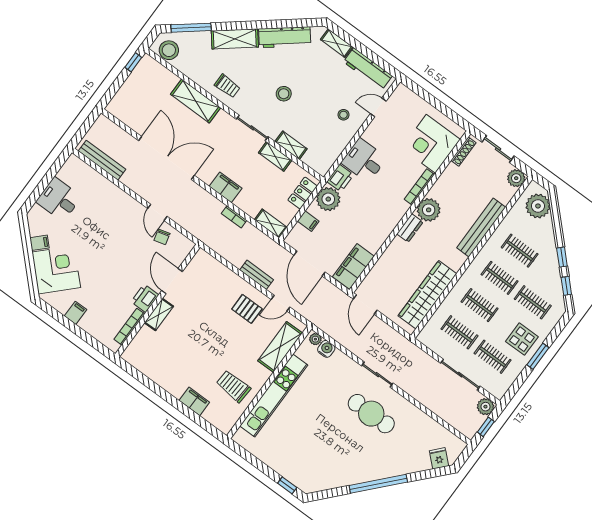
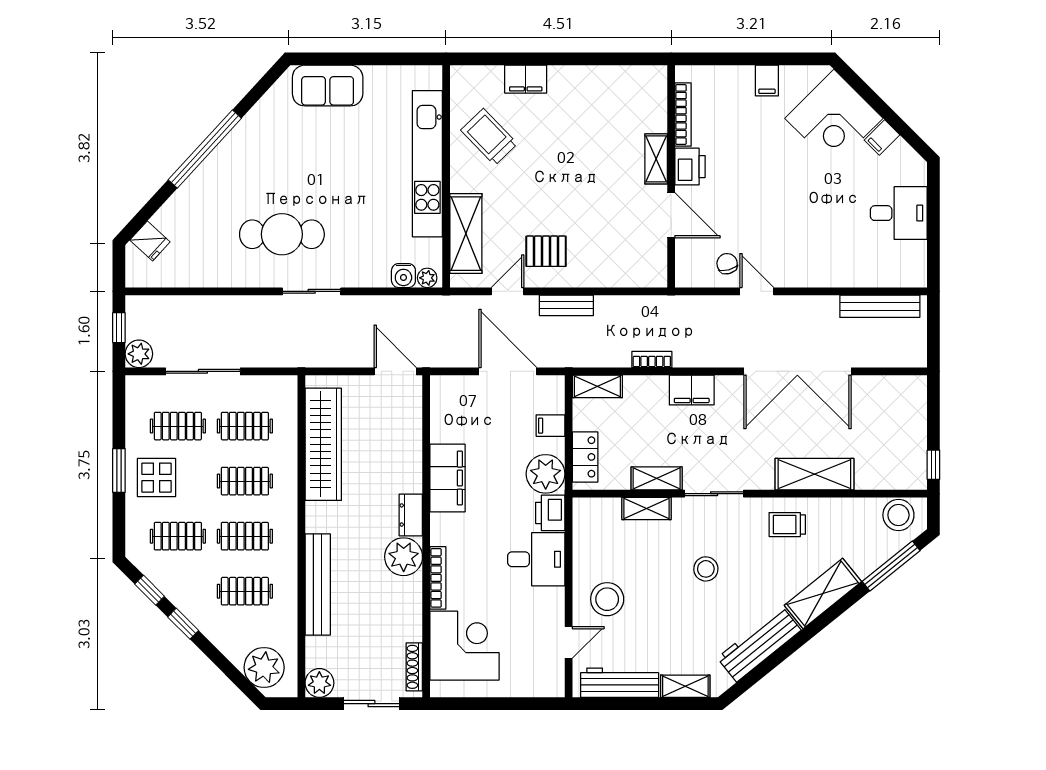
stool: (343, 115) -> (607, 599), width x1.89, depth x1.89
filing cabinet: (353, 266) -> (448, 478), moved
trolley: (233, 386) -> (489, 137), turned -137
sofa: (295, 470) -> (328, 86), added
window: (287, 485) -> (323, 59), removed

